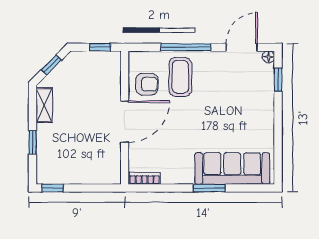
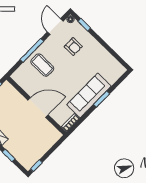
armchair: (147, 84) -> (73, 47), moved, turned 90
door: (125, 122) -> (38, 107), hinge flipped
sofa: (232, 169) -> (89, 95), moved

